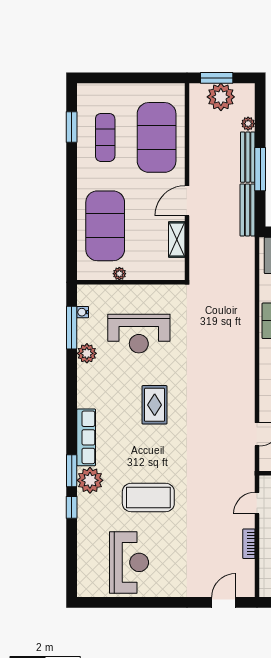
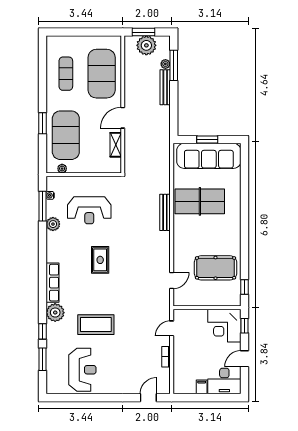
window: (72, 127) -> (42, 123), moved
window: (260, 169) -> (174, 65), moved
bench: (248, 210) -> (165, 212), moved
plant: (119, 274) -> (62, 169), moved
window: (72, 471) -> (42, 359), moved

